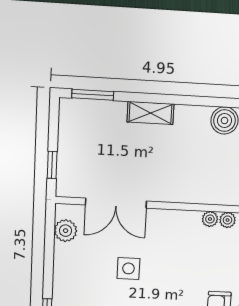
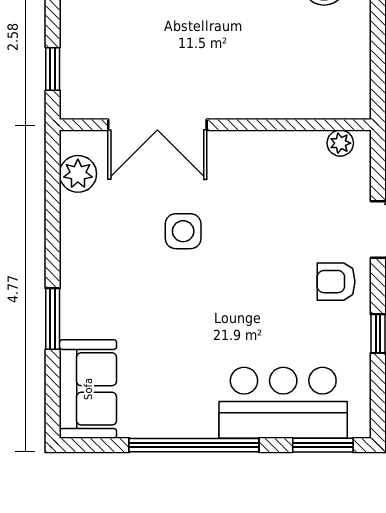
plant: (210, 219) -> (311, 143), removed

